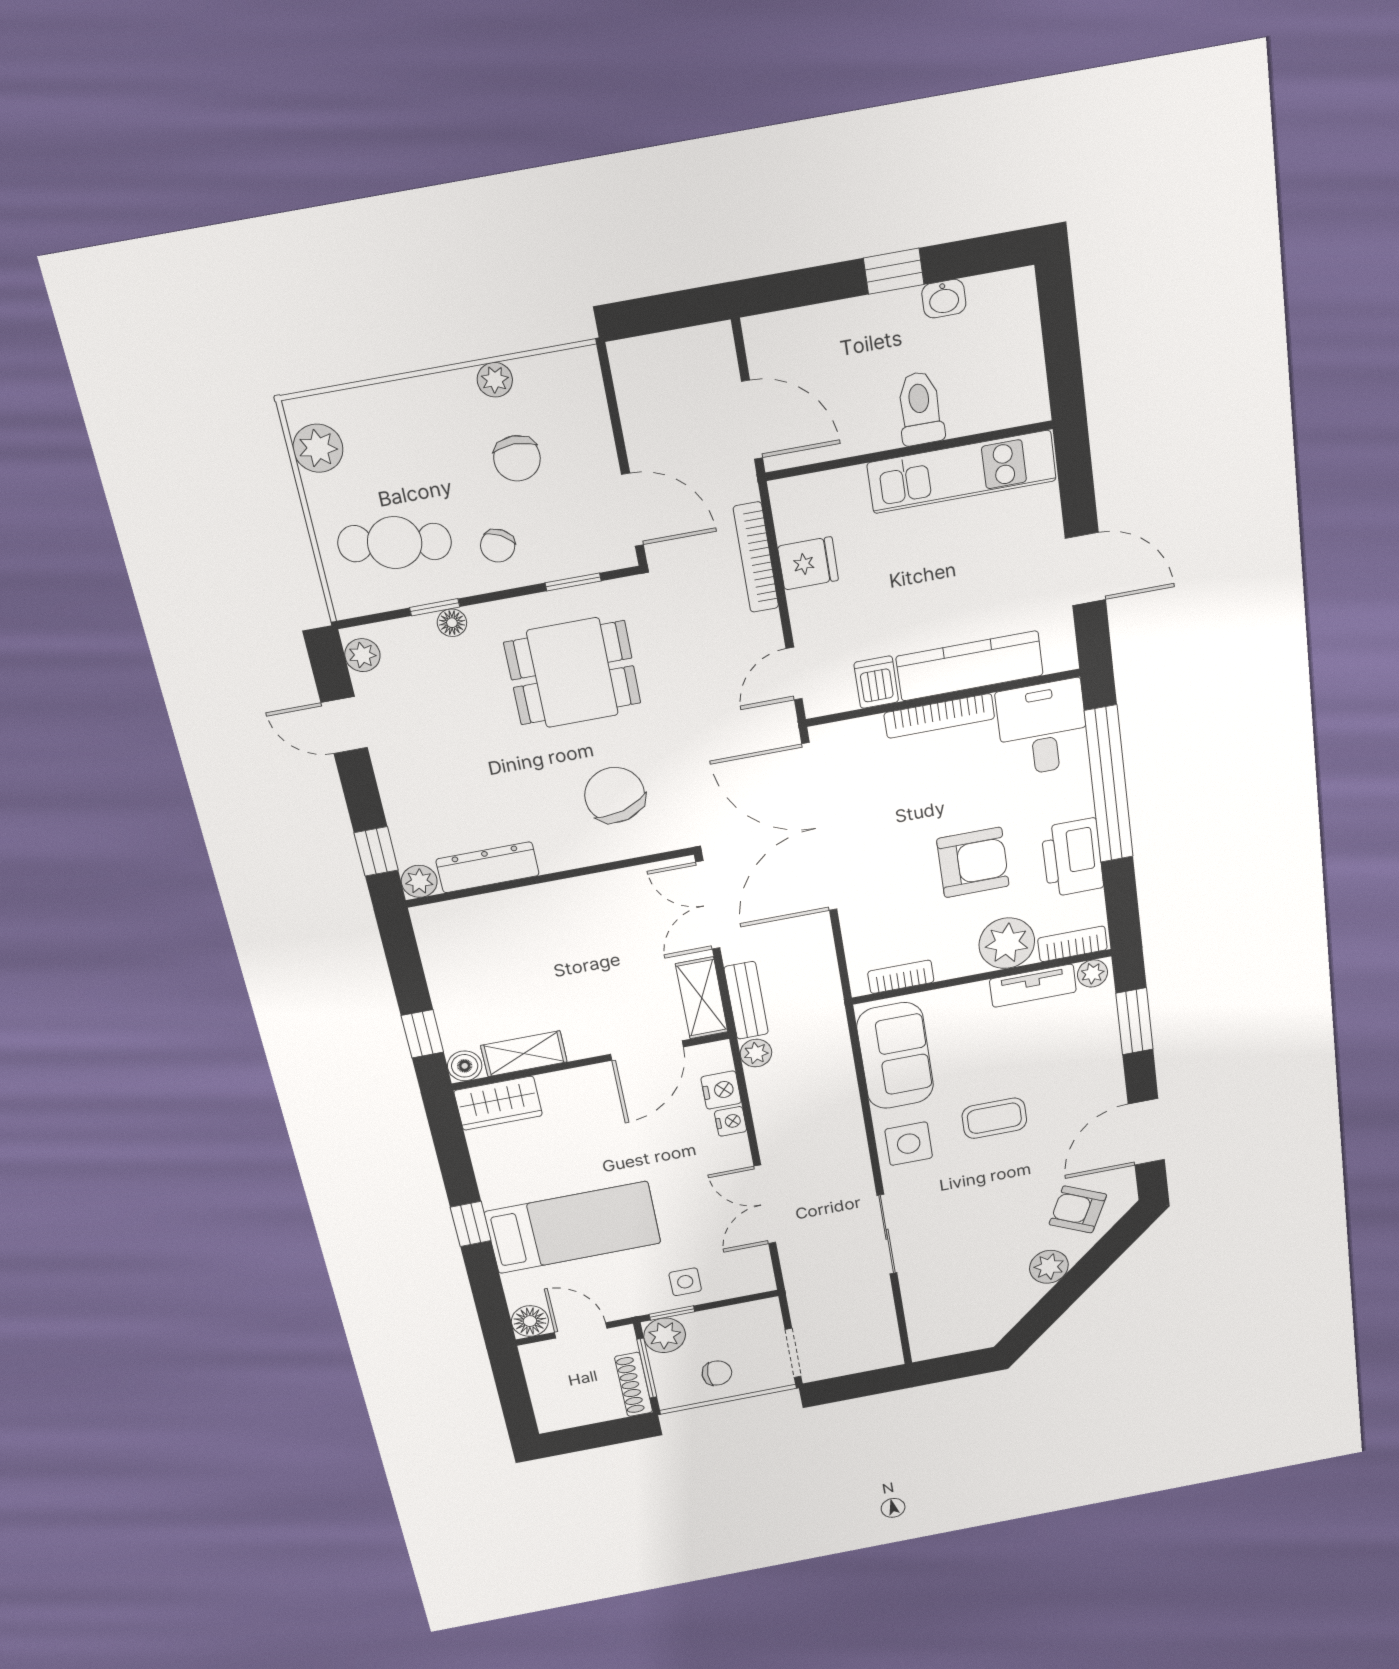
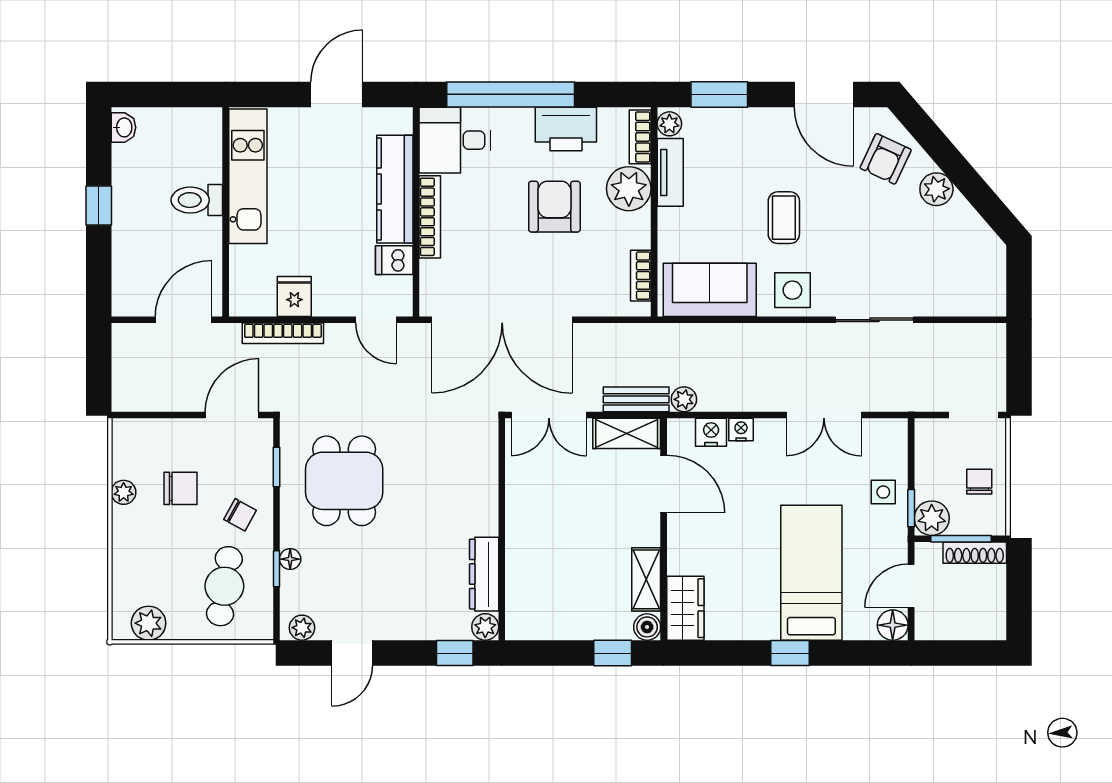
washbasin: (944, 299) -> (123, 127), moved
chair: (615, 795) -> (445, 468), removed

